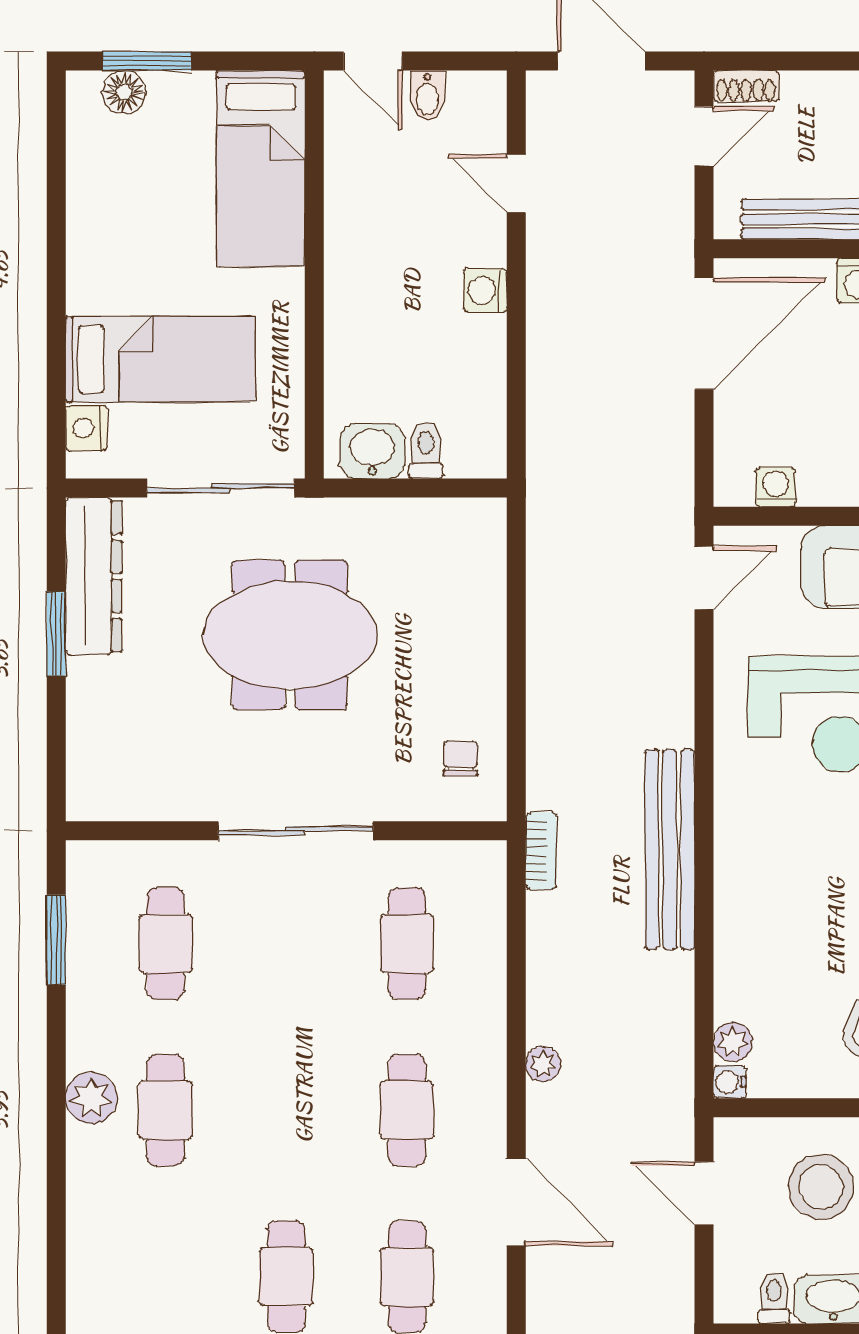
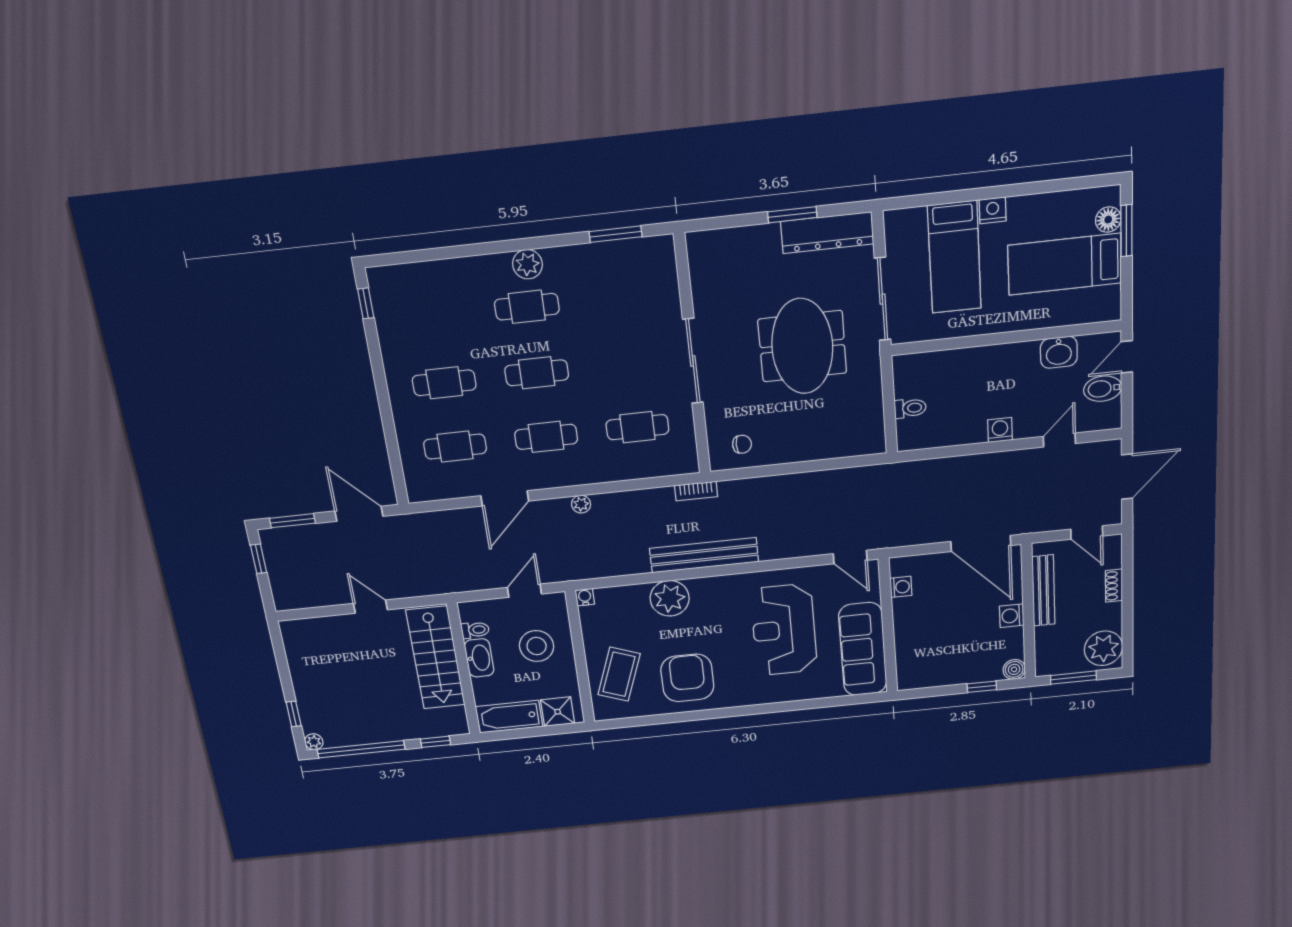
shoe rack: (746, 86) -> (1114, 586), moved
bidet: (427, 95) -> (1103, 389), width x1.38, depth x1.36
bed: (261, 168) -> (1065, 264), moved
nightstand: (86, 428) -> (993, 210), moved
washbasin: (372, 451) -> (1059, 352), moved, turned 90
cafe table: (166, 943) -> (537, 373), moved
plant: (733, 1042) -> (670, 598), moved, width x1.87, depth x1.87

